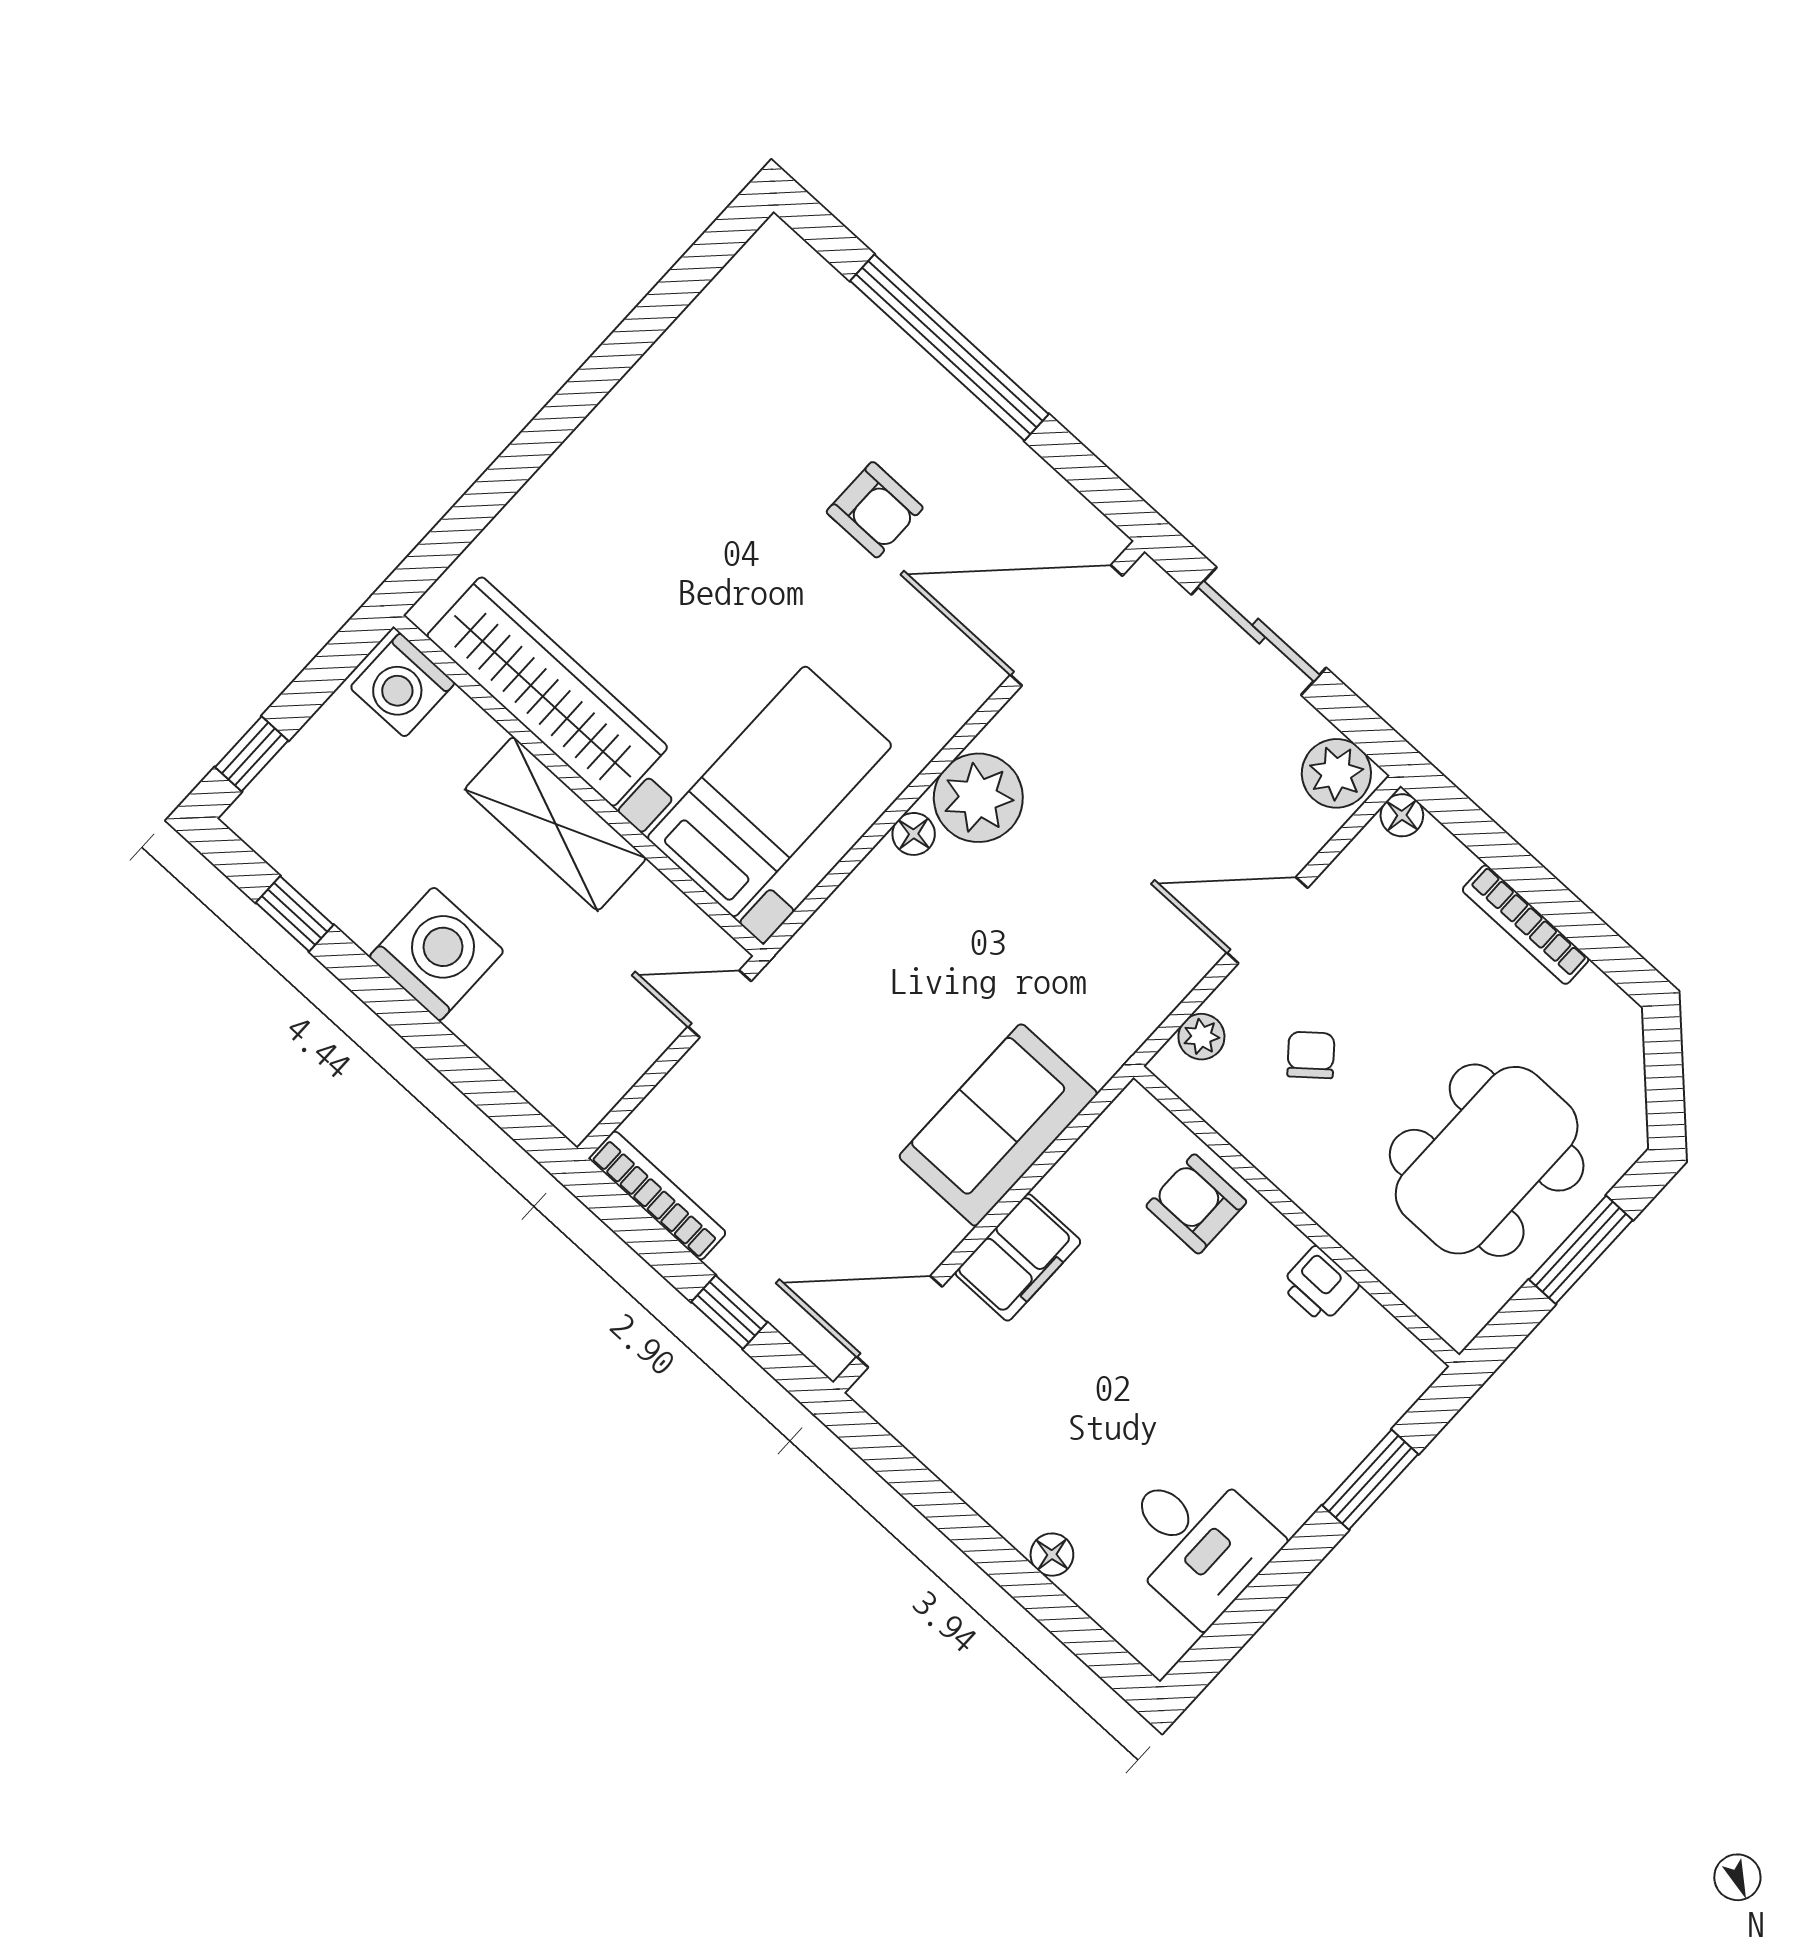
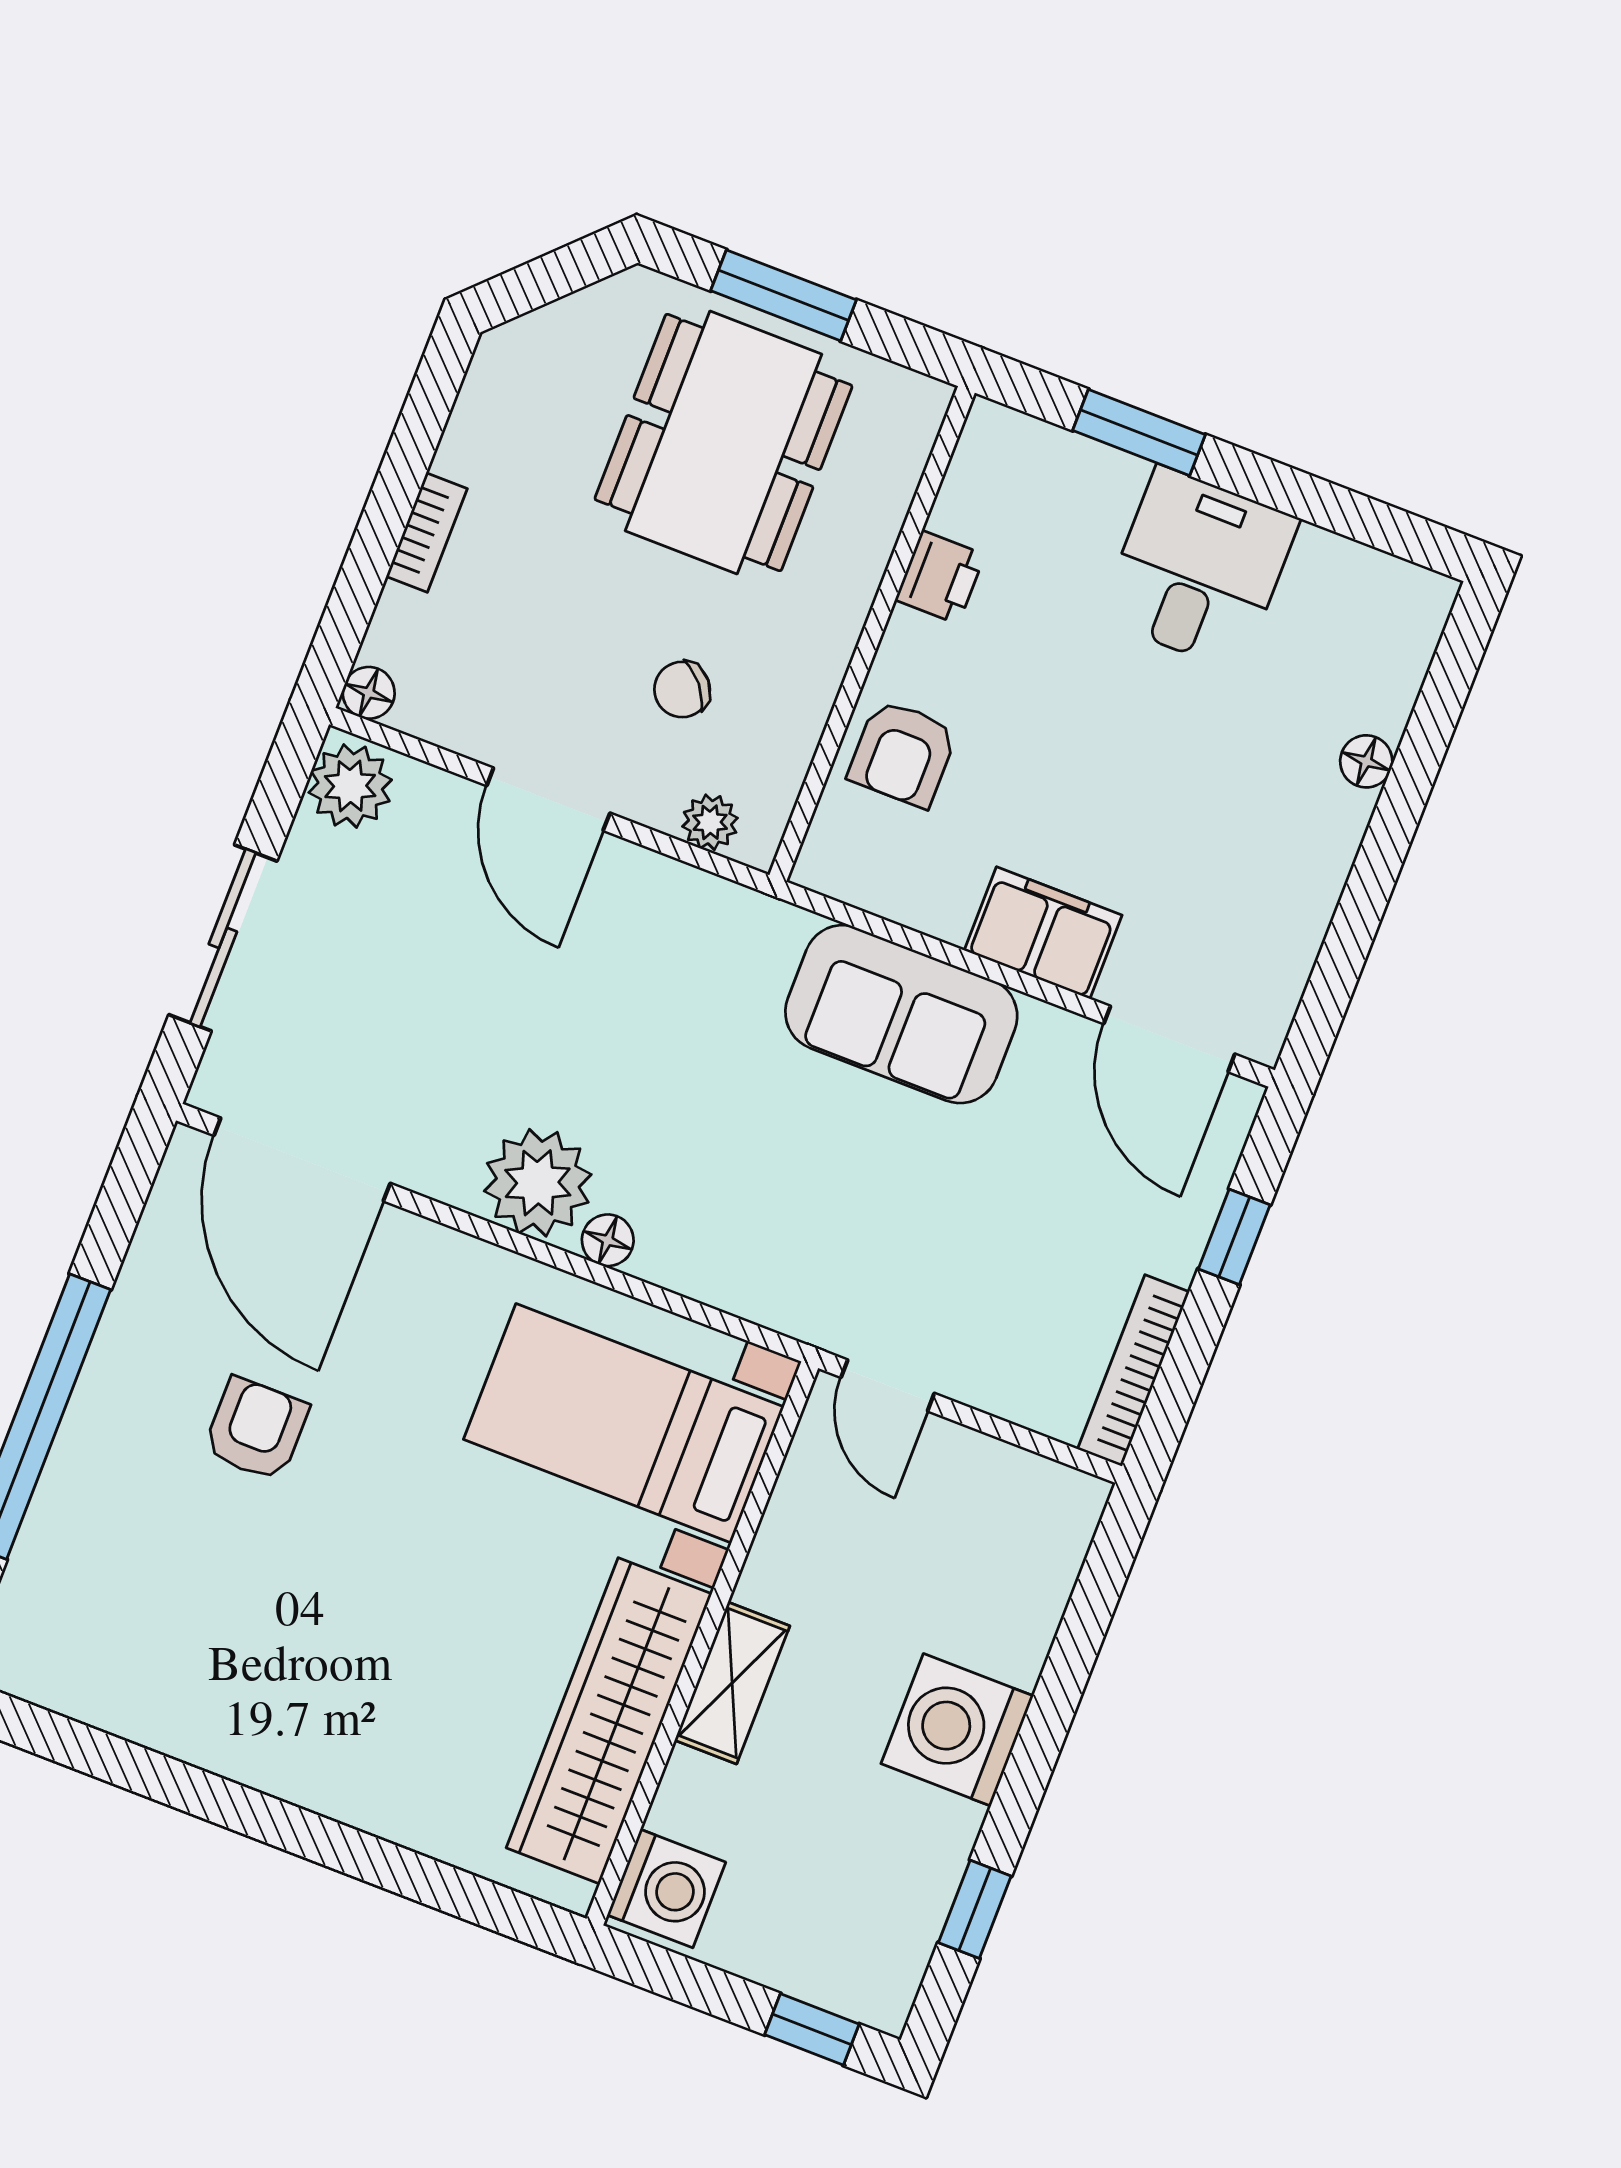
shelving: (555, 824) -> (732, 1683), width x0.67, depth x0.75
bookcase: (1526, 925) -> (427, 532), width x0.64
dining table: (1487, 1160) -> (723, 443), turned 90
desk: (1196, 1541) -> (1199, 569), moved

